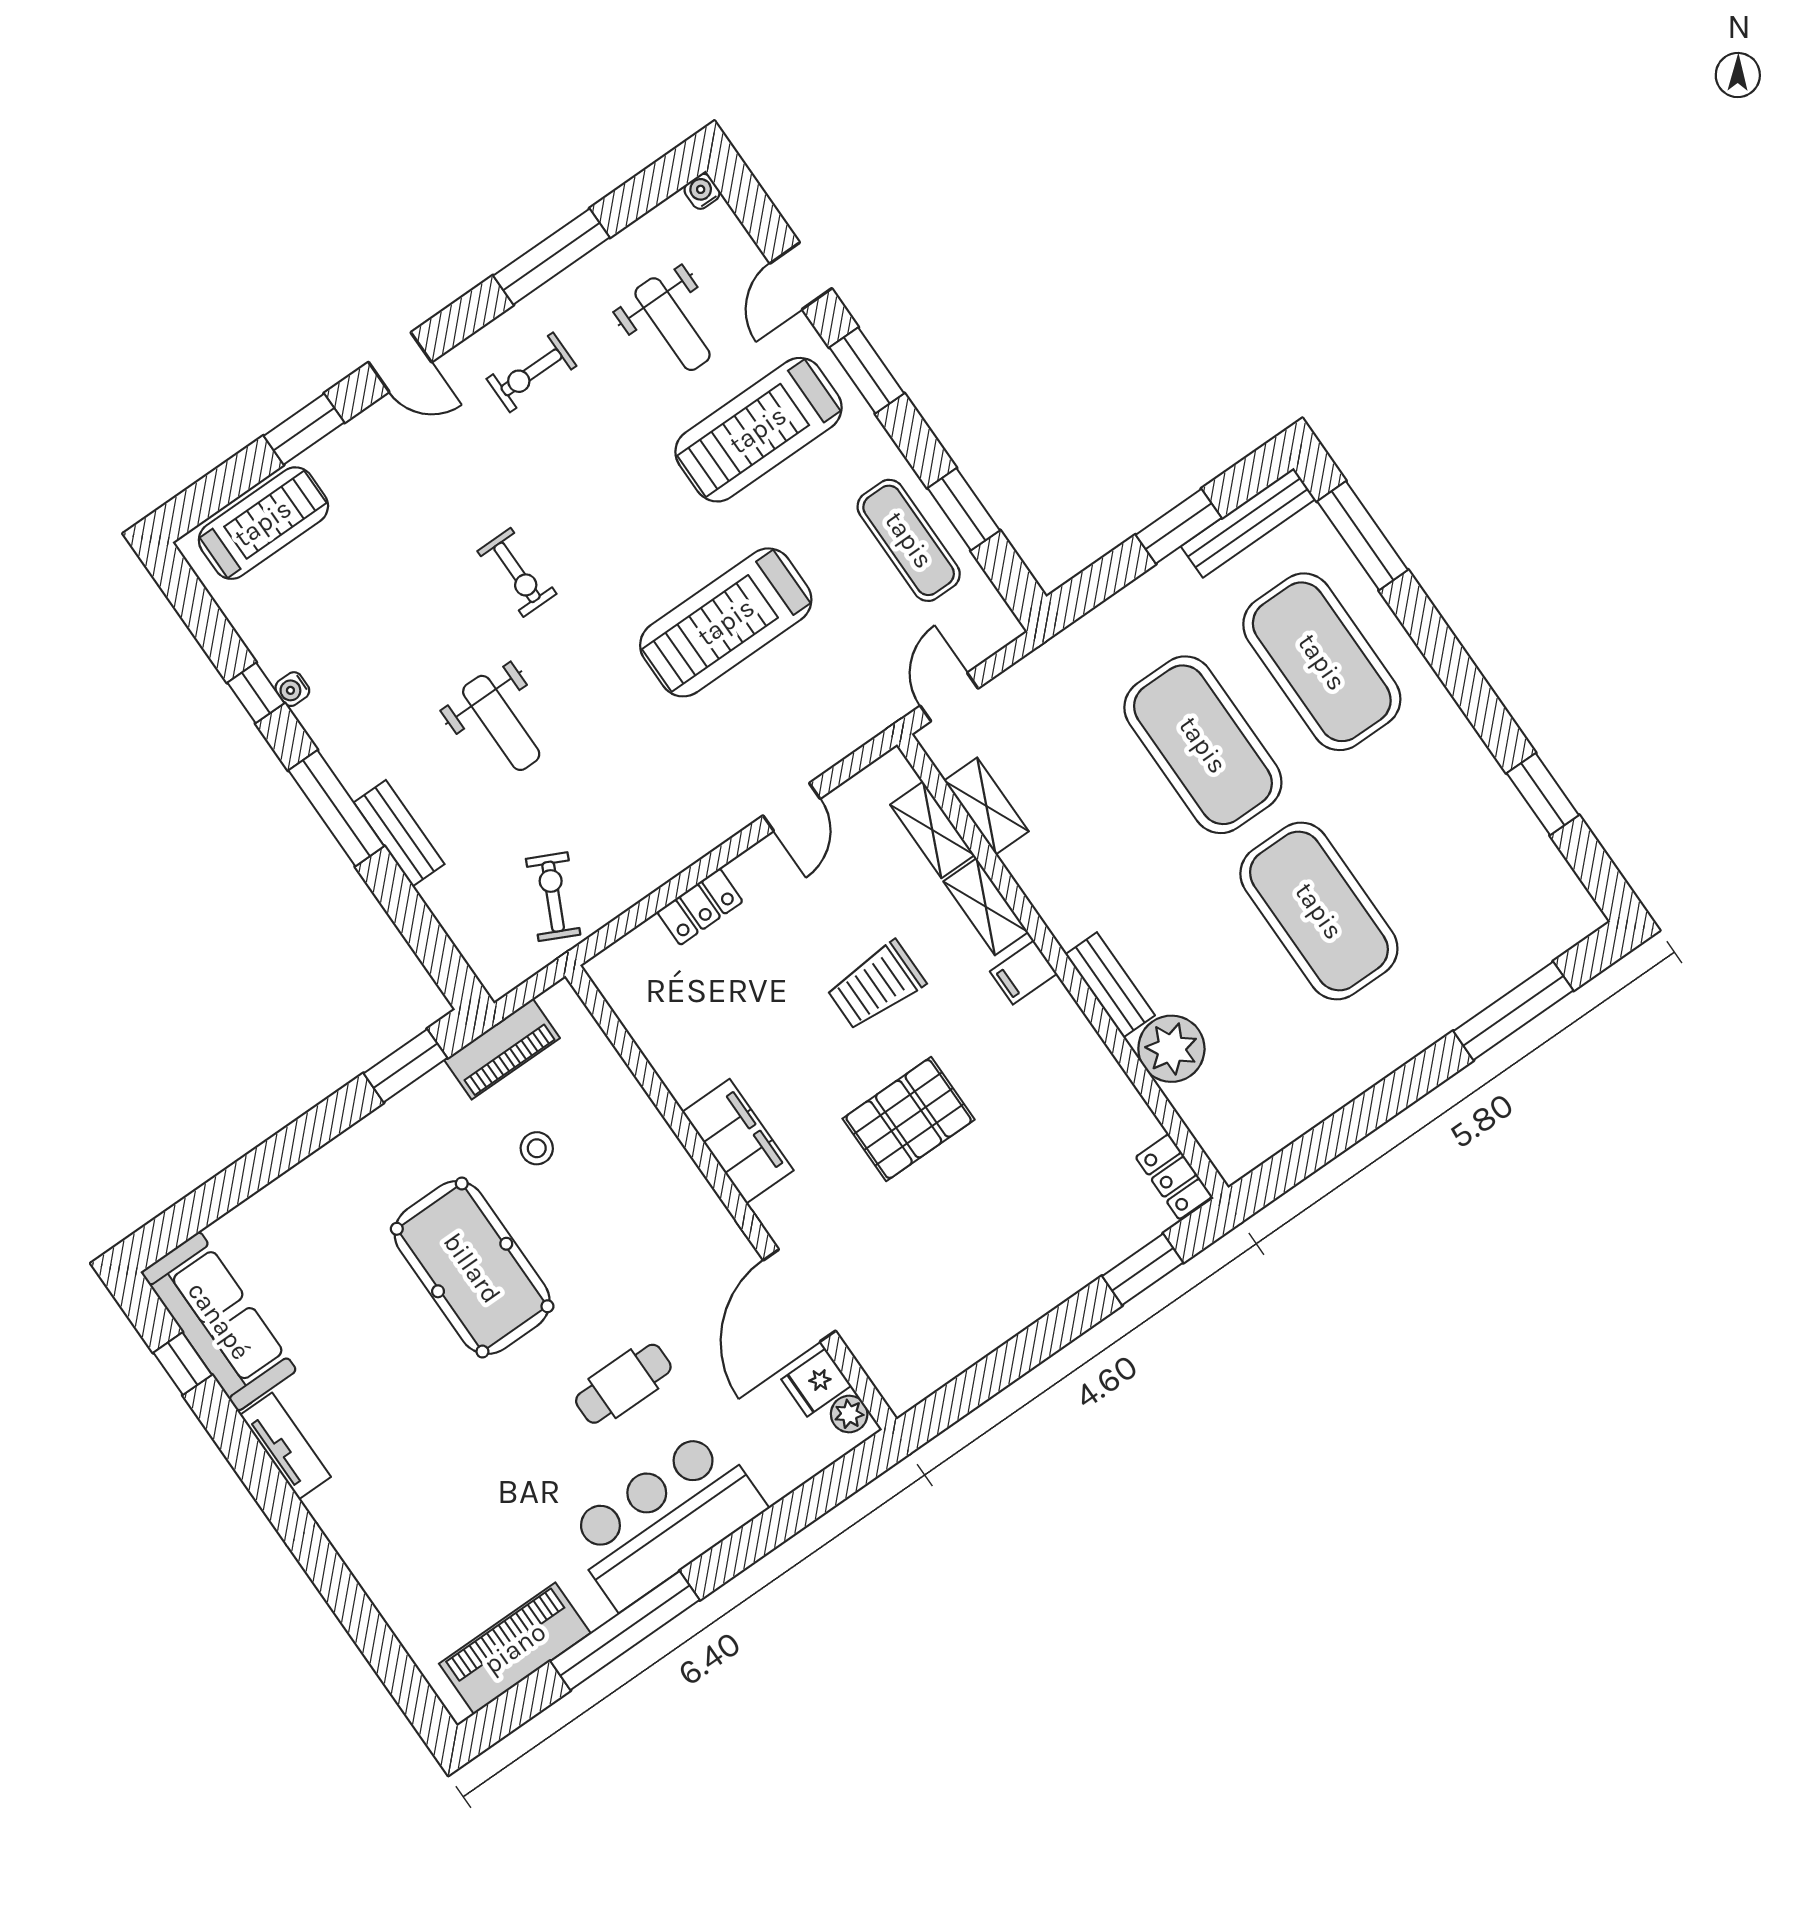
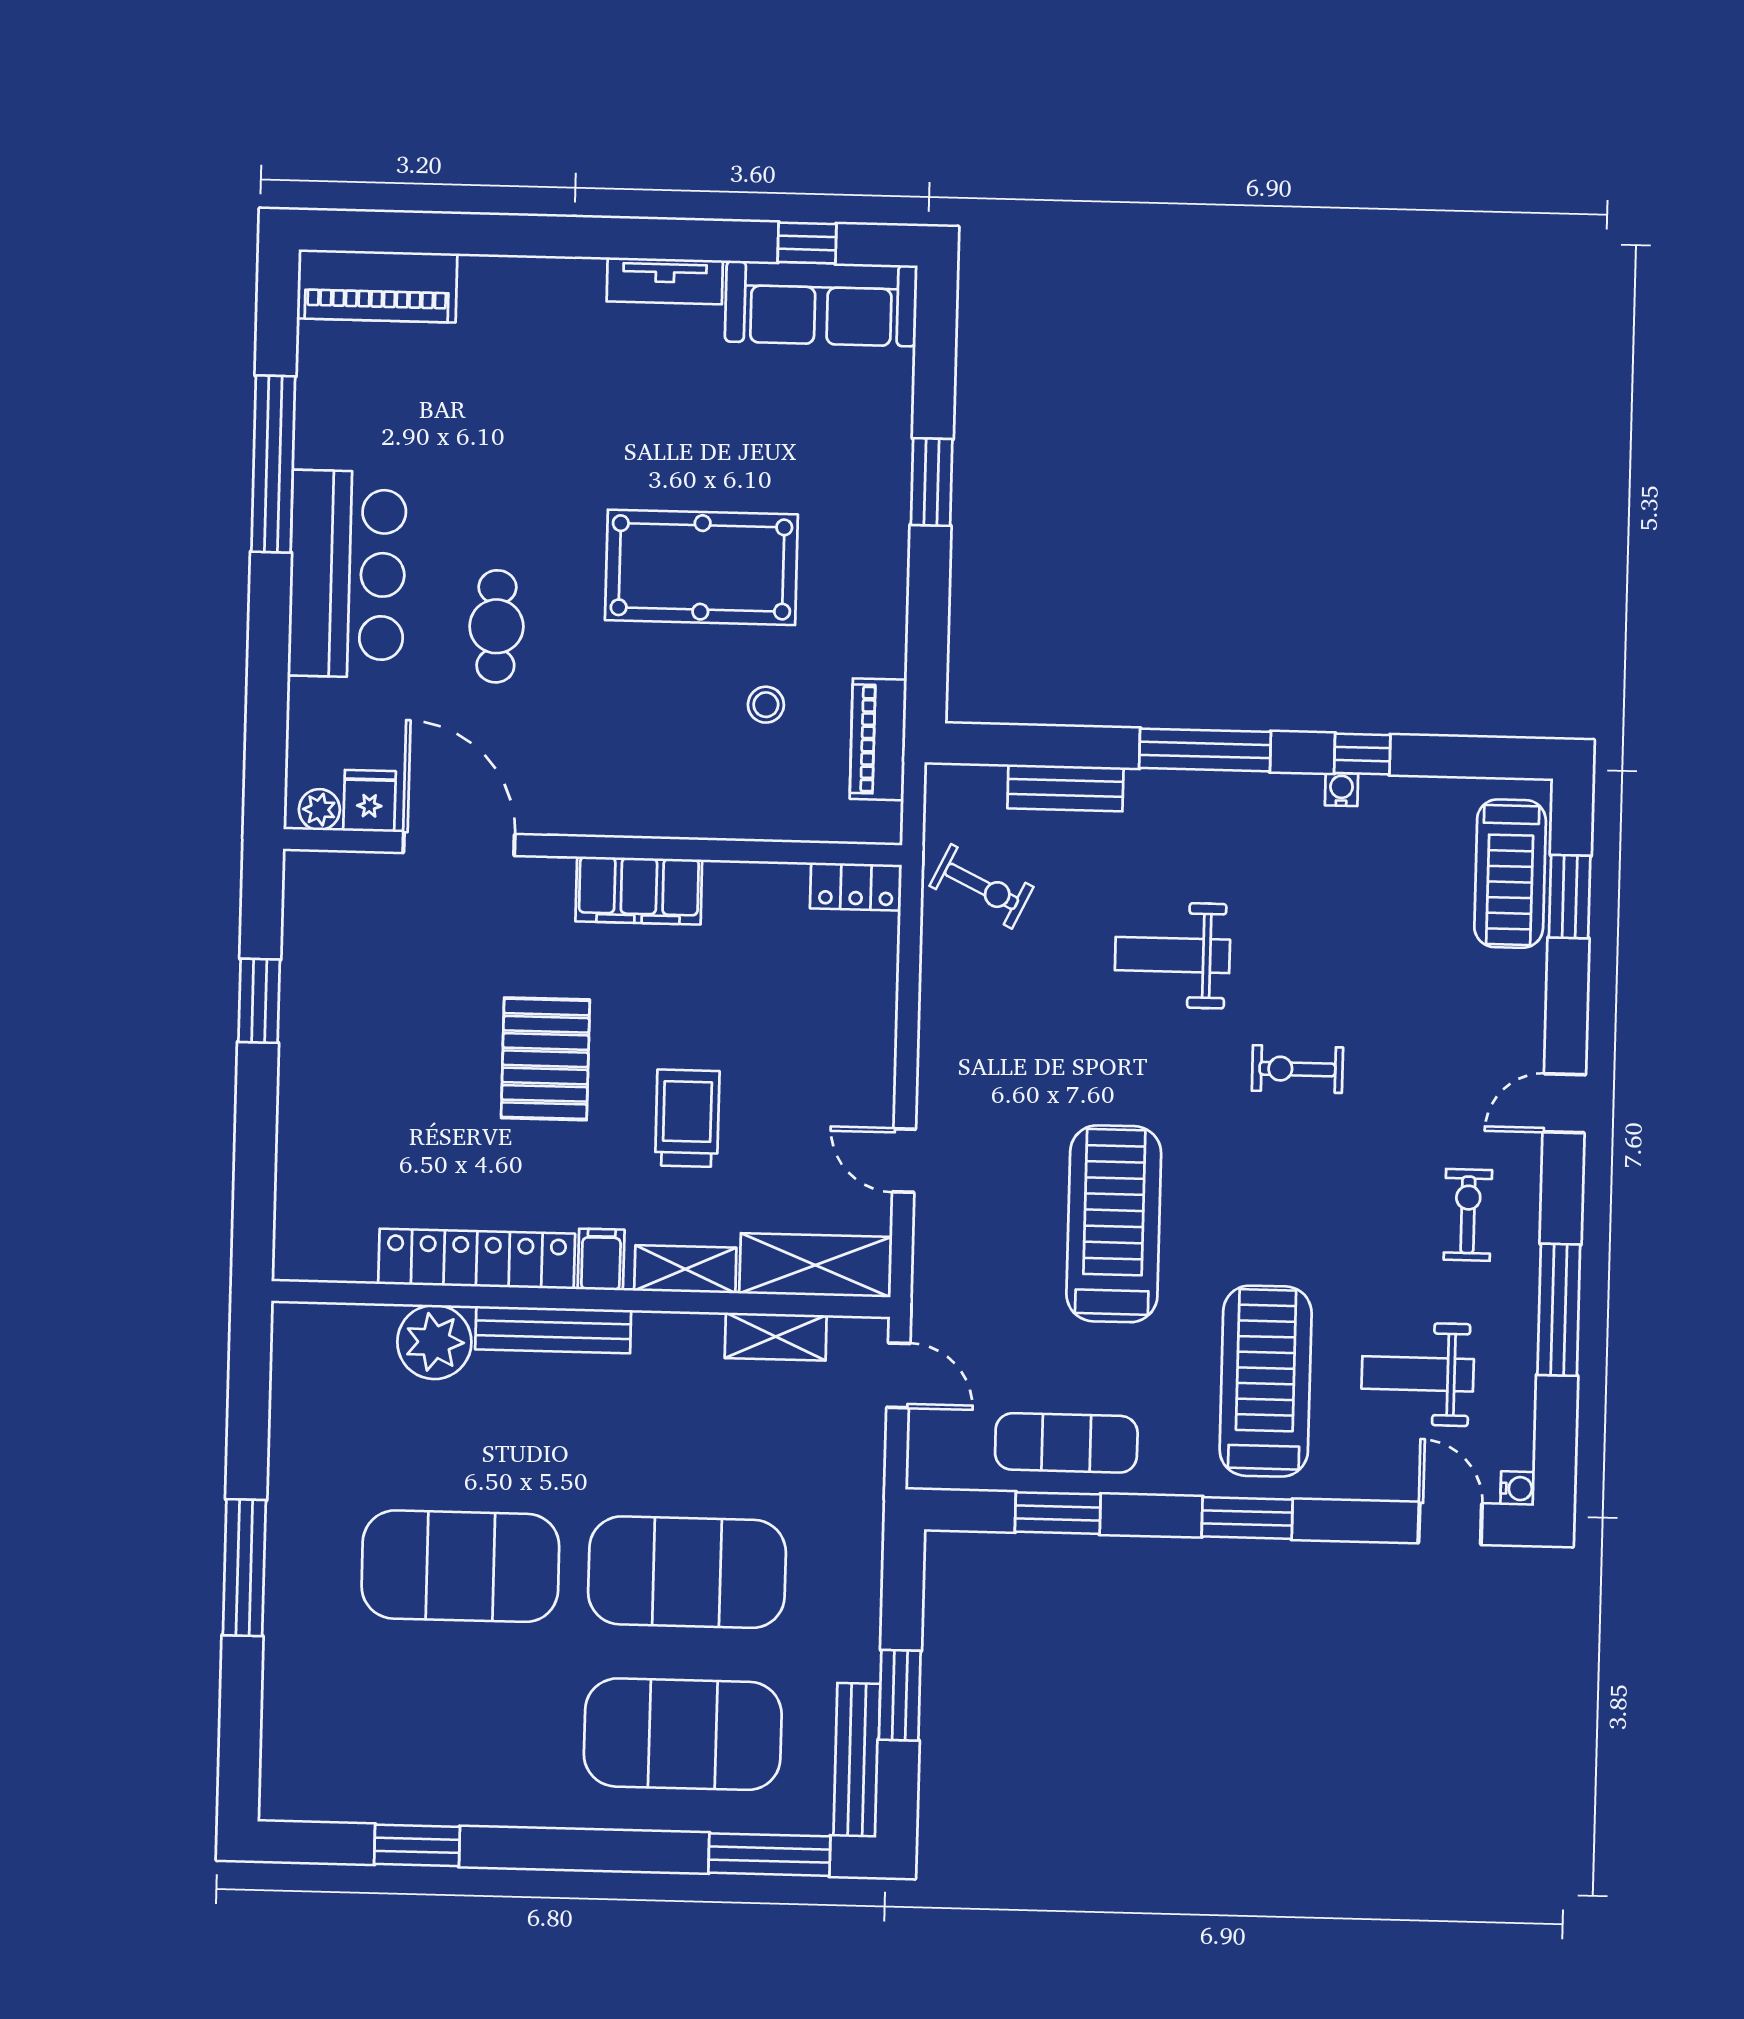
door: (801, 276) -> (1450, 1523), moved
window: (304, 429) -> (1570, 897), moved
shelving: (932, 830) -> (815, 1265), width x1.50, depth x1.33
bench: (399, 833) -> (1065, 788), moved
locker: (700, 907) -> (856, 887), moved, turned -90
bench: (1110, 985) -> (553, 1330), width x1.36
window: (1513, 1011) -> (244, 1568), moved
window: (405, 1066) -> (932, 482), moved
locker: (1174, 1177) -> (477, 1259), moved, width x2.16, depth x1.21
window: (1143, 1269) -> (259, 1001), moved
piano: (515, 1648) -> (377, 286), moved, turned 90

